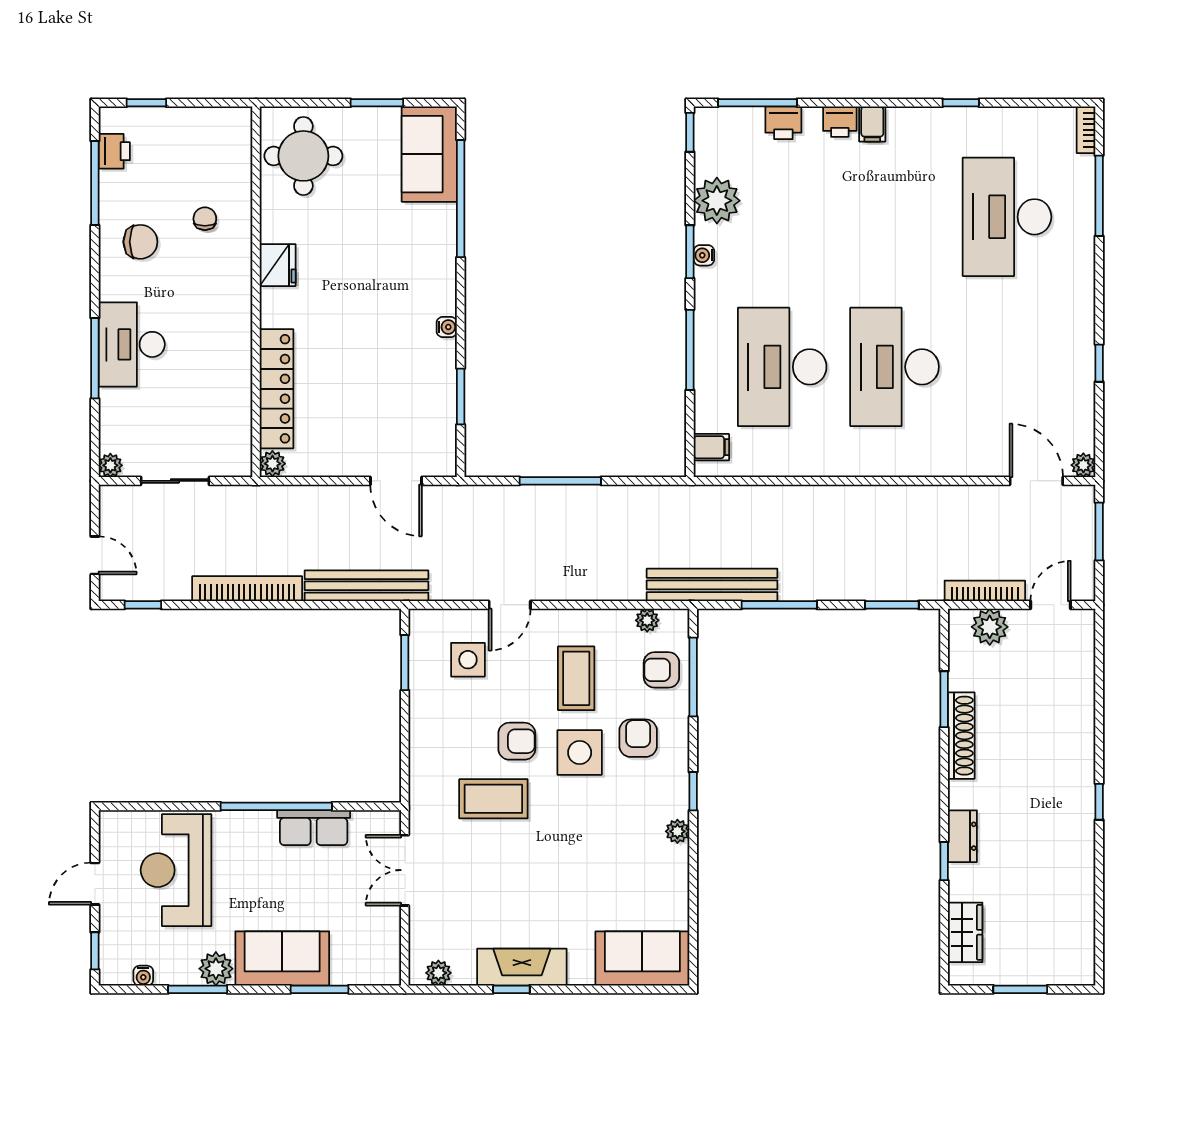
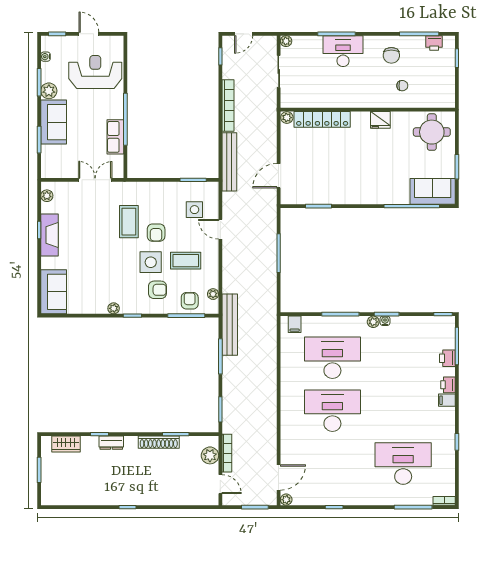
plant: (717, 201) -> (373, 322), moved, width x0.53, depth x0.53
water cooler: (447, 327) -> (351, 200), removed

